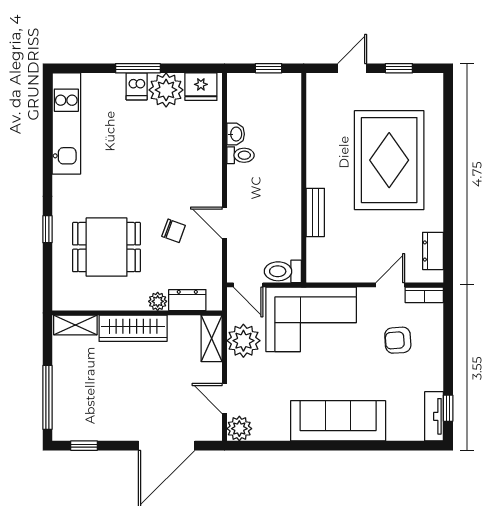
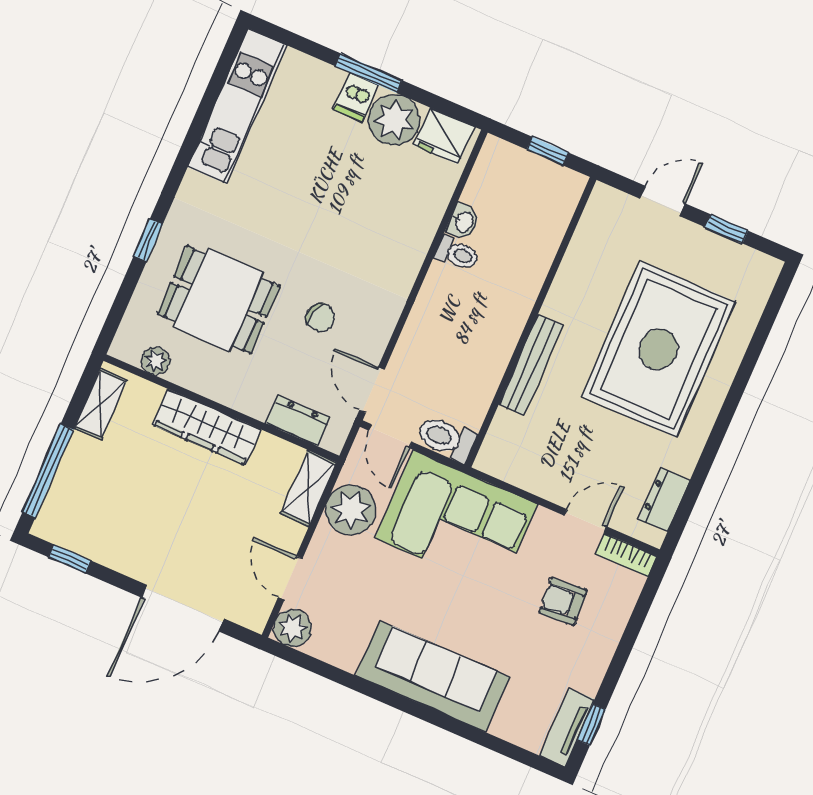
bench: (315, 212) -> (531, 365), width x1.36
door: (224, 223) -> (372, 390), moved
plant: (158, 301) -> (156, 361), moved
shelving: (75, 325) -> (100, 404), moved, turned 90

